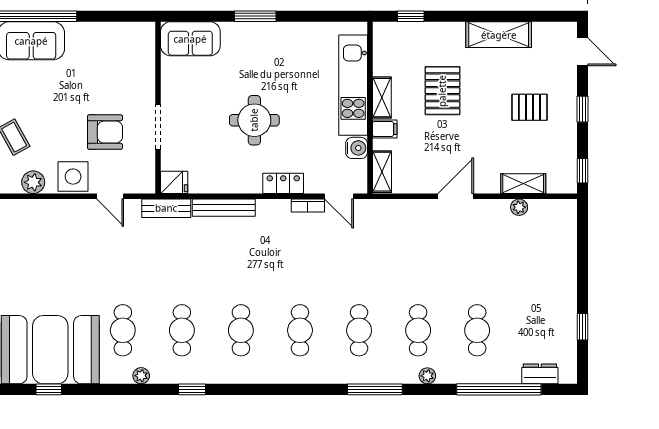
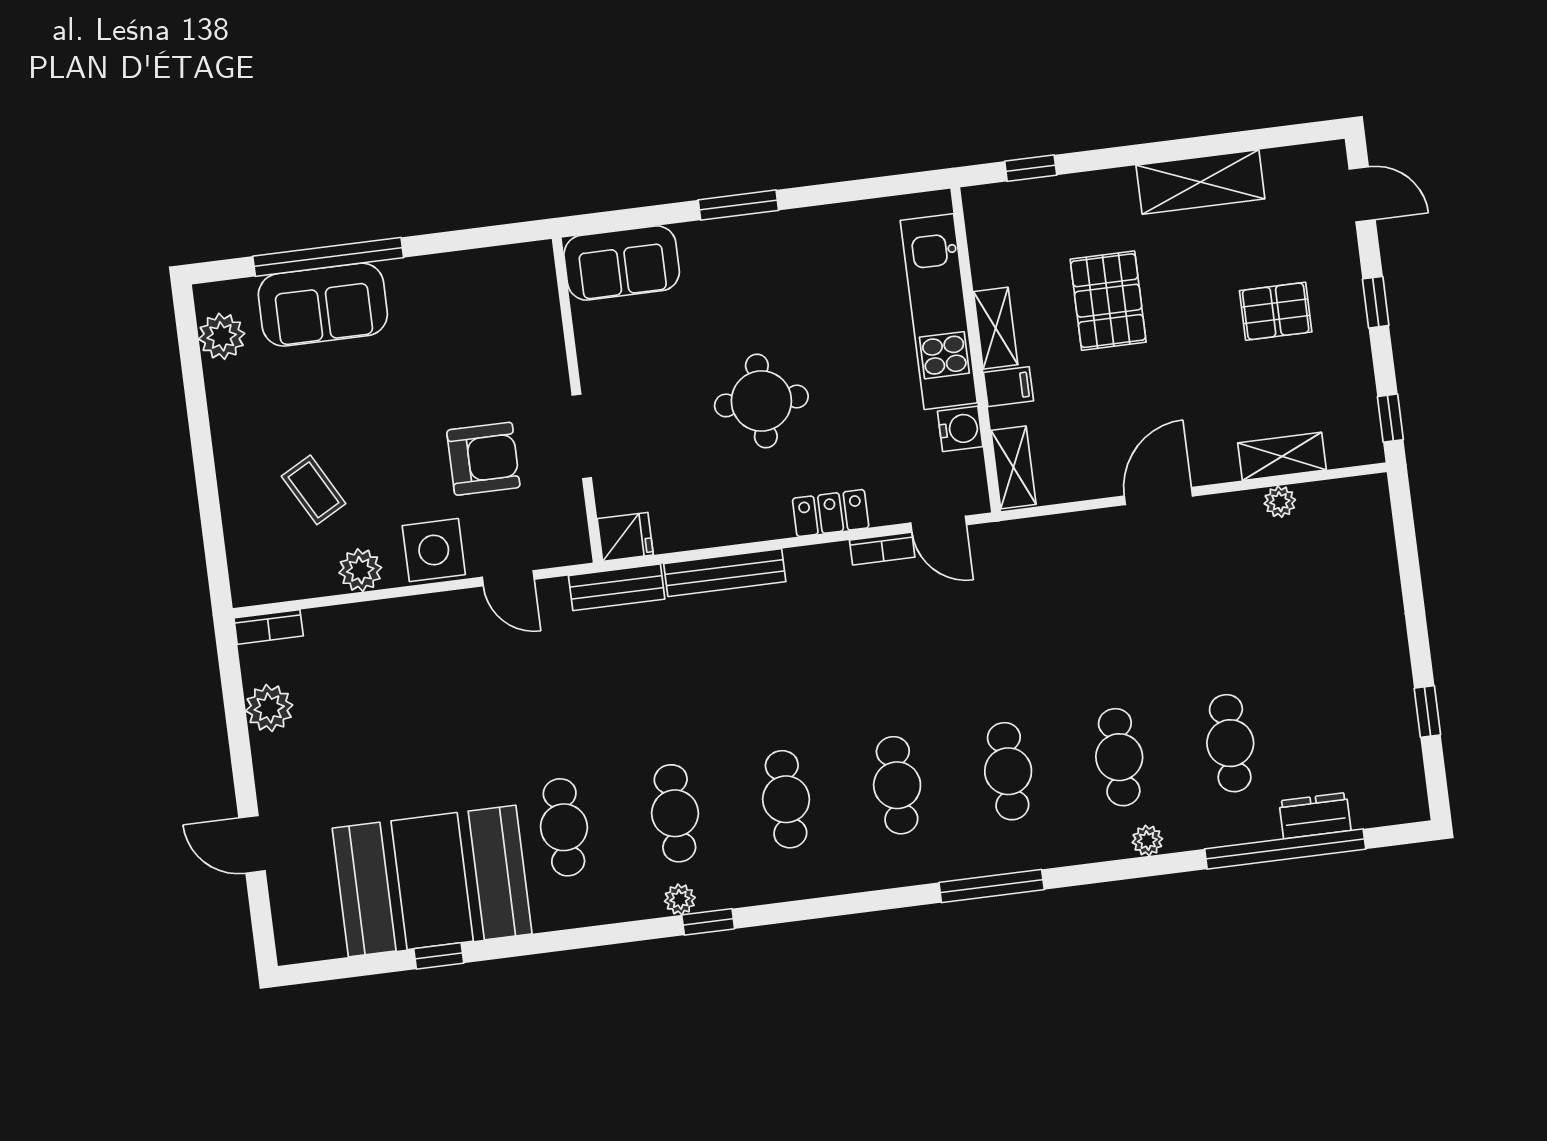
dresser: (540, 374) -> (1315, 816), moved
plant: (141, 376) -> (680, 899), moved
window: (375, 389) -> (992, 886), moved

